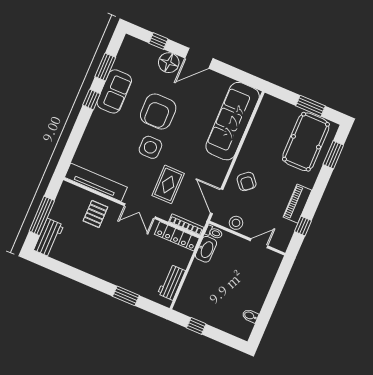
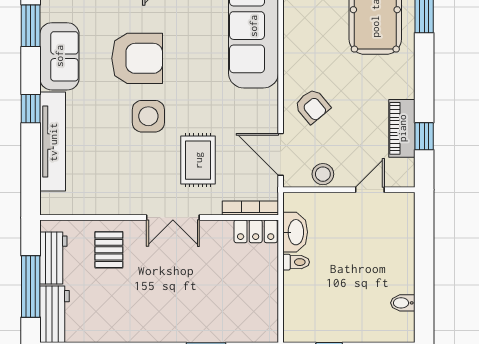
window: (91, 99) -> (31, 109), moved
armchair: (158, 112) -> (137, 58), turned -90
tv unit: (96, 182) -> (53, 142), moved, turned 90
piano: (298, 204) -> (402, 128), moved
toilet: (214, 232) -> (296, 262), moved
locker: (177, 236) -> (256, 231), width x0.66
workbench: (171, 282) -> (53, 258), moved, turned 180

